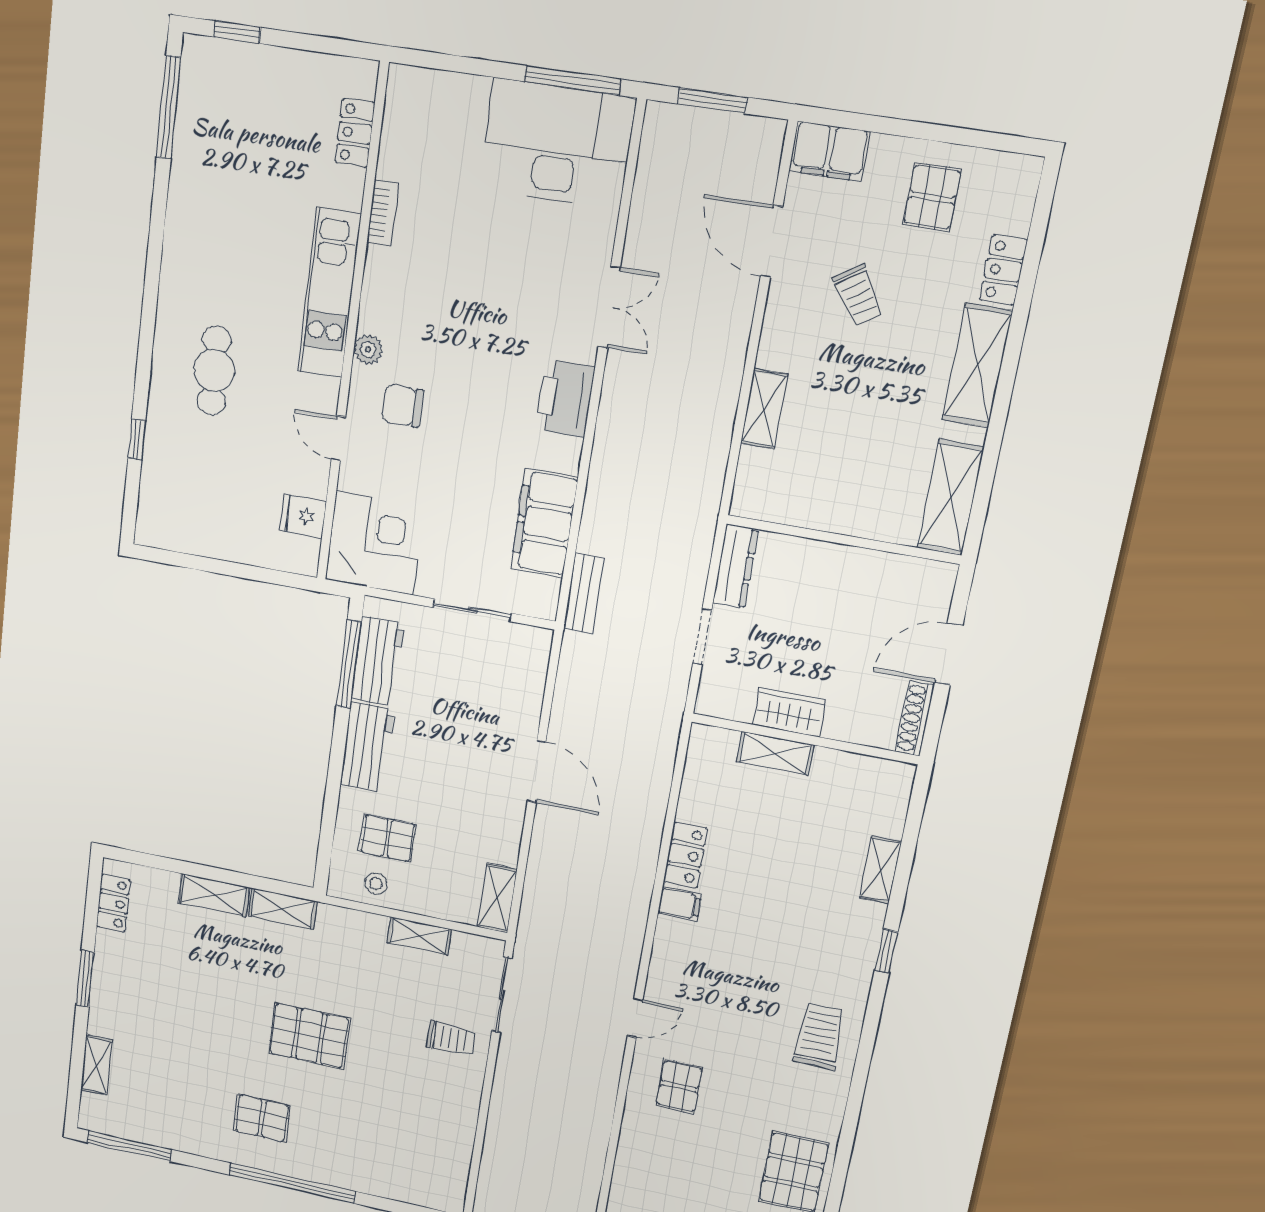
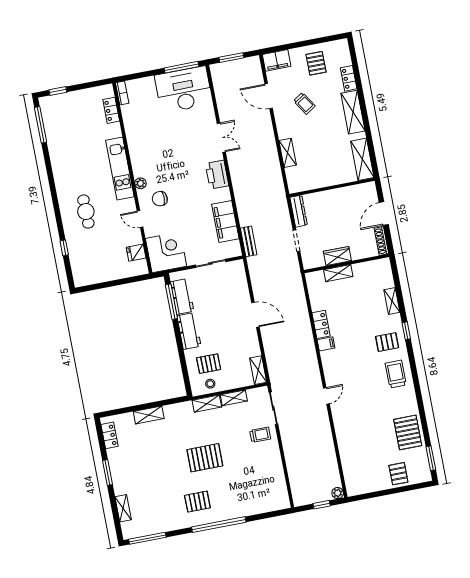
bookcase: (382, 213) -> (122, 93), moved
shelving: (283, 909) -> (207, 404), moved
pallet: (679, 1086) -> (387, 342), moved, turned 90

